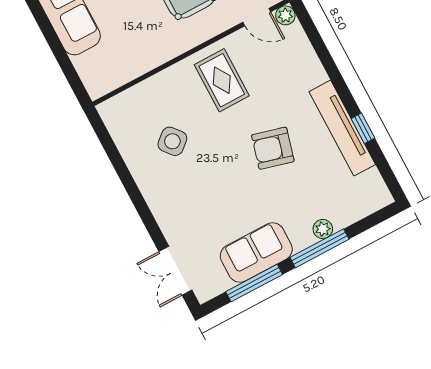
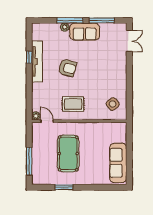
rug: (222, 80) -> (73, 104), turned 90
side table: (172, 141) -> (113, 104), moved
sofa: (256, 253) -> (85, 32), moved

